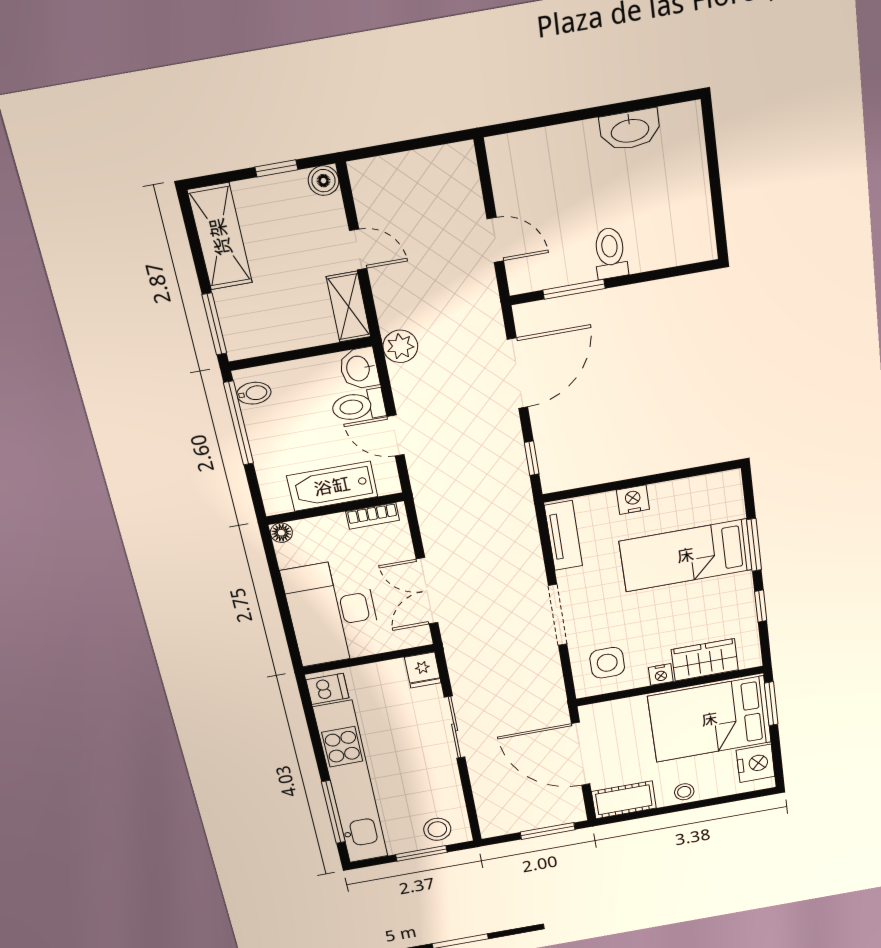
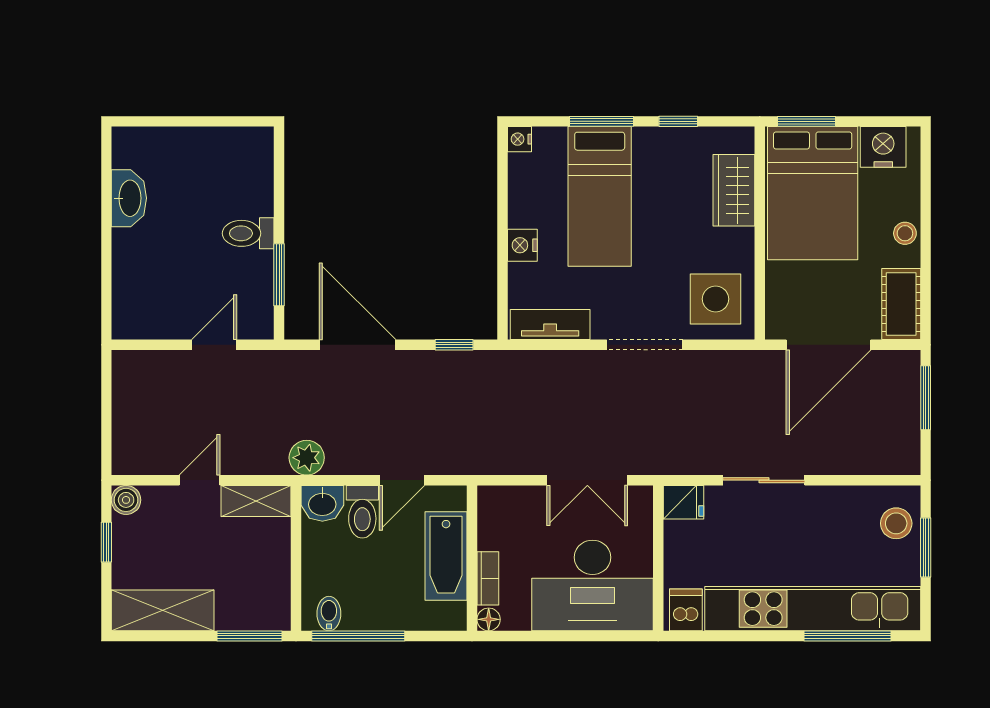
bookcase: (373, 516) -> (488, 578), moved
side table: (607, 663) -> (716, 299), width x1.37, depth x1.37
nightstand: (661, 674) -> (519, 139), moved, turned 180

